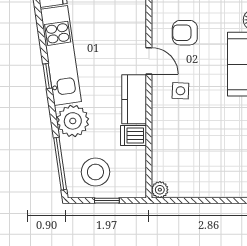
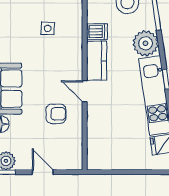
side table: (180, 91) -> (48, 28), moved

